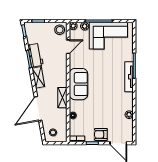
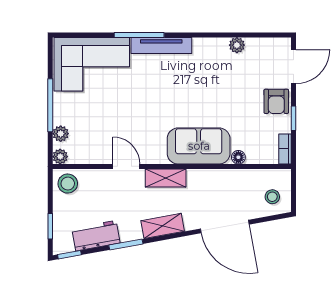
corner sofa: (108, 36) -> (92, 64), moved, turned 90
door: (68, 47) -> (126, 166), moved
workbench: (36, 55) -> (96, 236), moved
sofa: (78, 84) -> (199, 146), moved
shelving: (62, 98) -> (166, 178), moved

